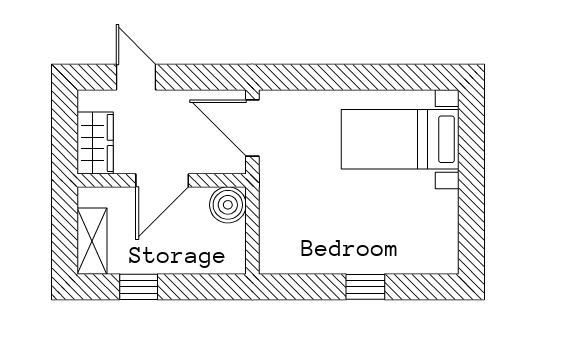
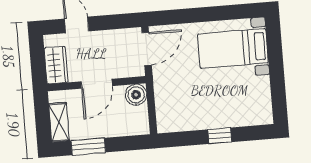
door: (252, 128) -> (147, 49), swing flipped
window: (139, 287) -> (88, 147), width x1.50

